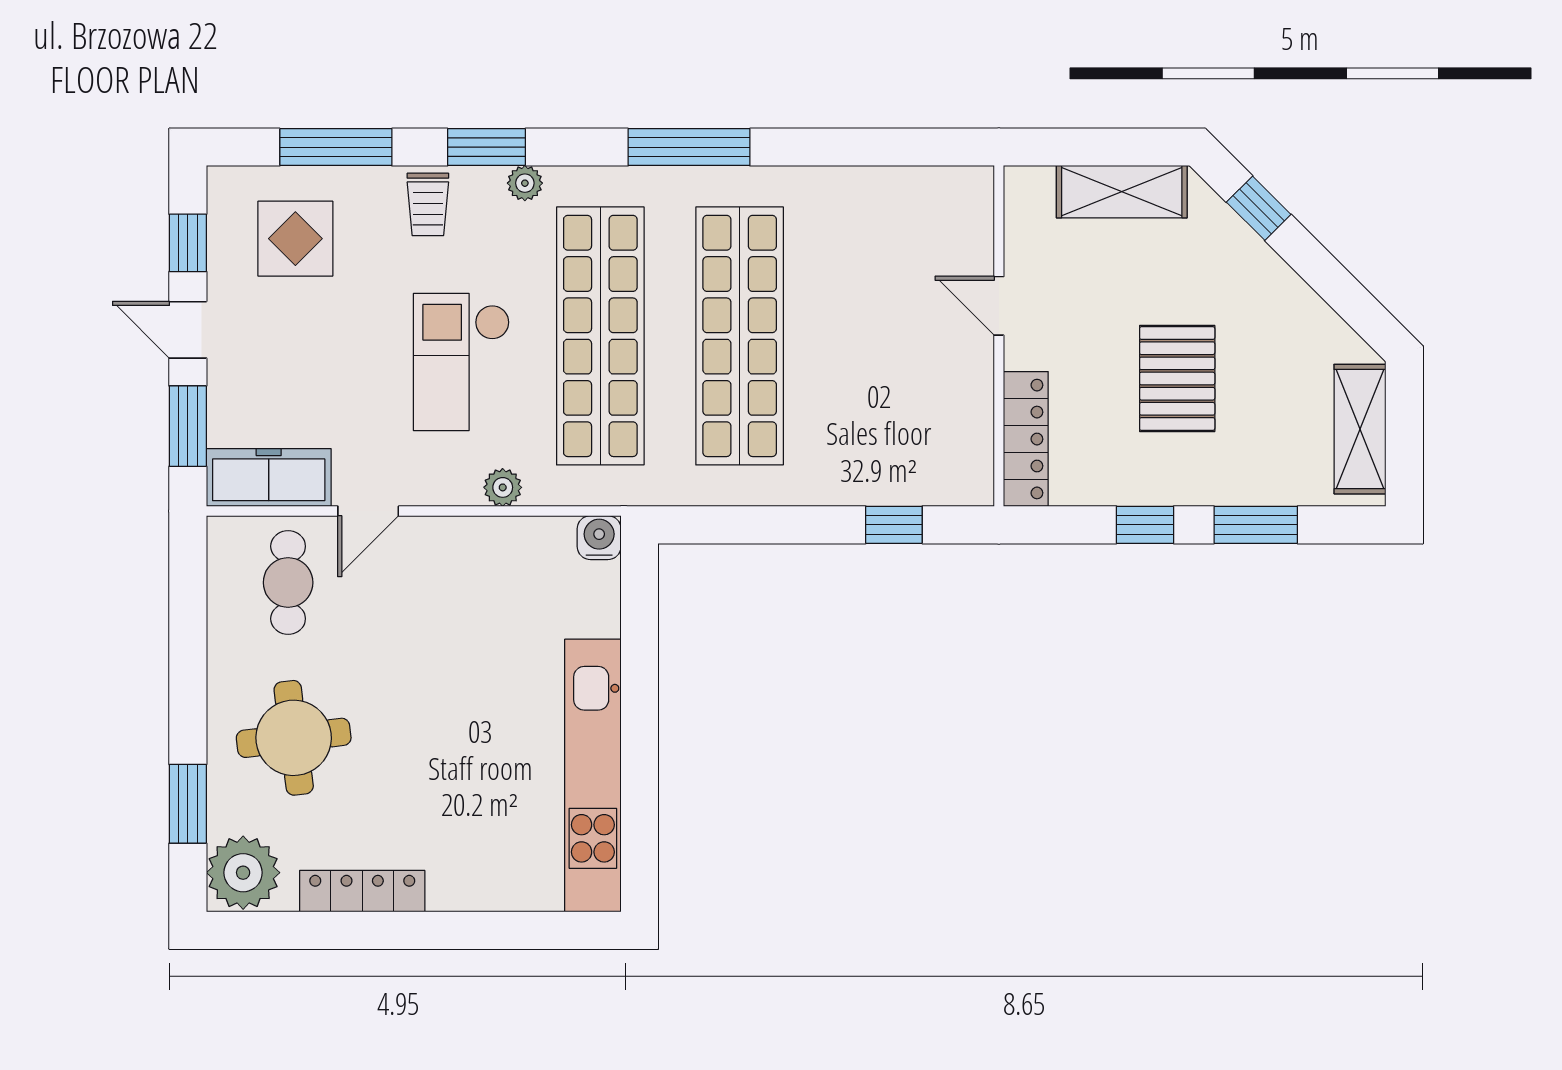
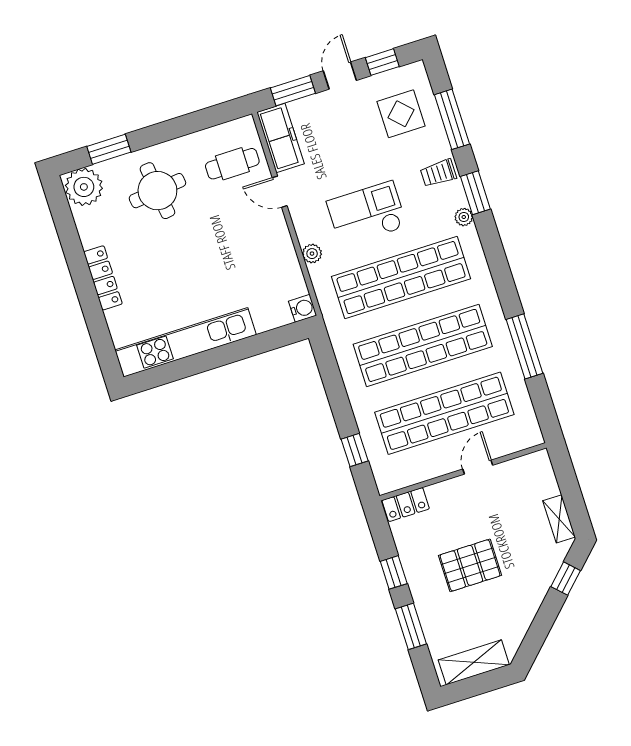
window: (689, 147) -> (524, 346), moved
shelving: (1122, 192) -> (559, 519), width x0.67, depth x0.75
shop shelf: (879, 336) -> (444, 413), added
locker: (1026, 439) -> (406, 505), width x0.66
locker: (362, 891) -> (103, 278), moved

